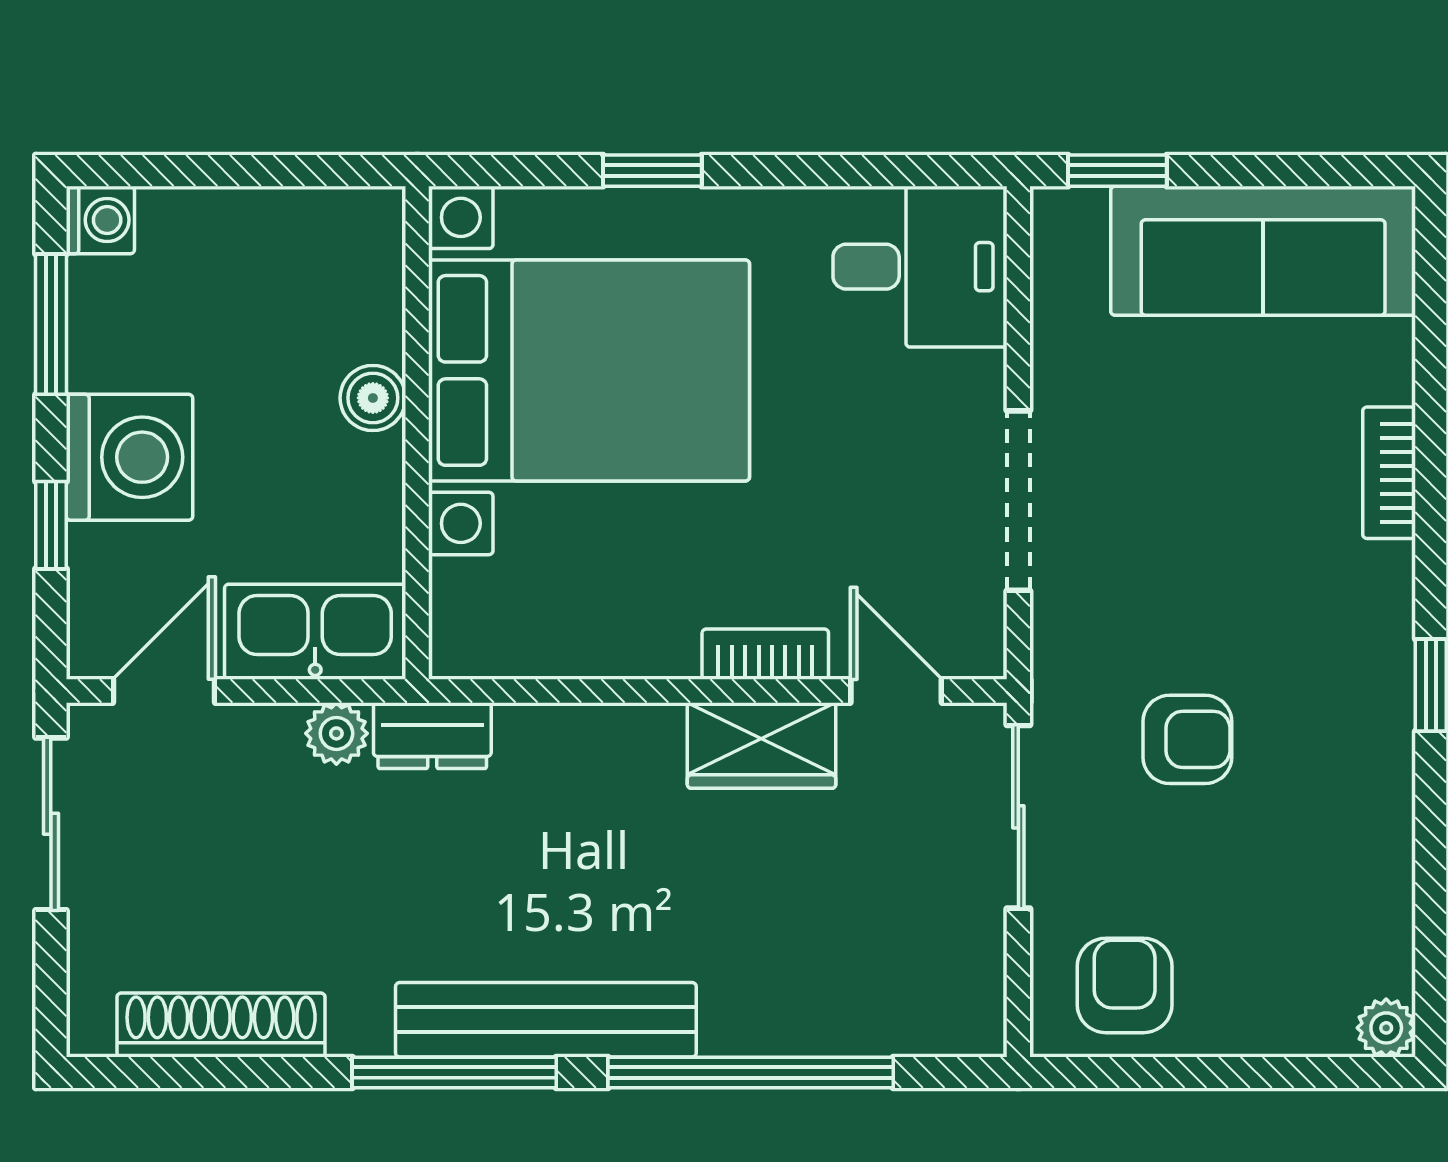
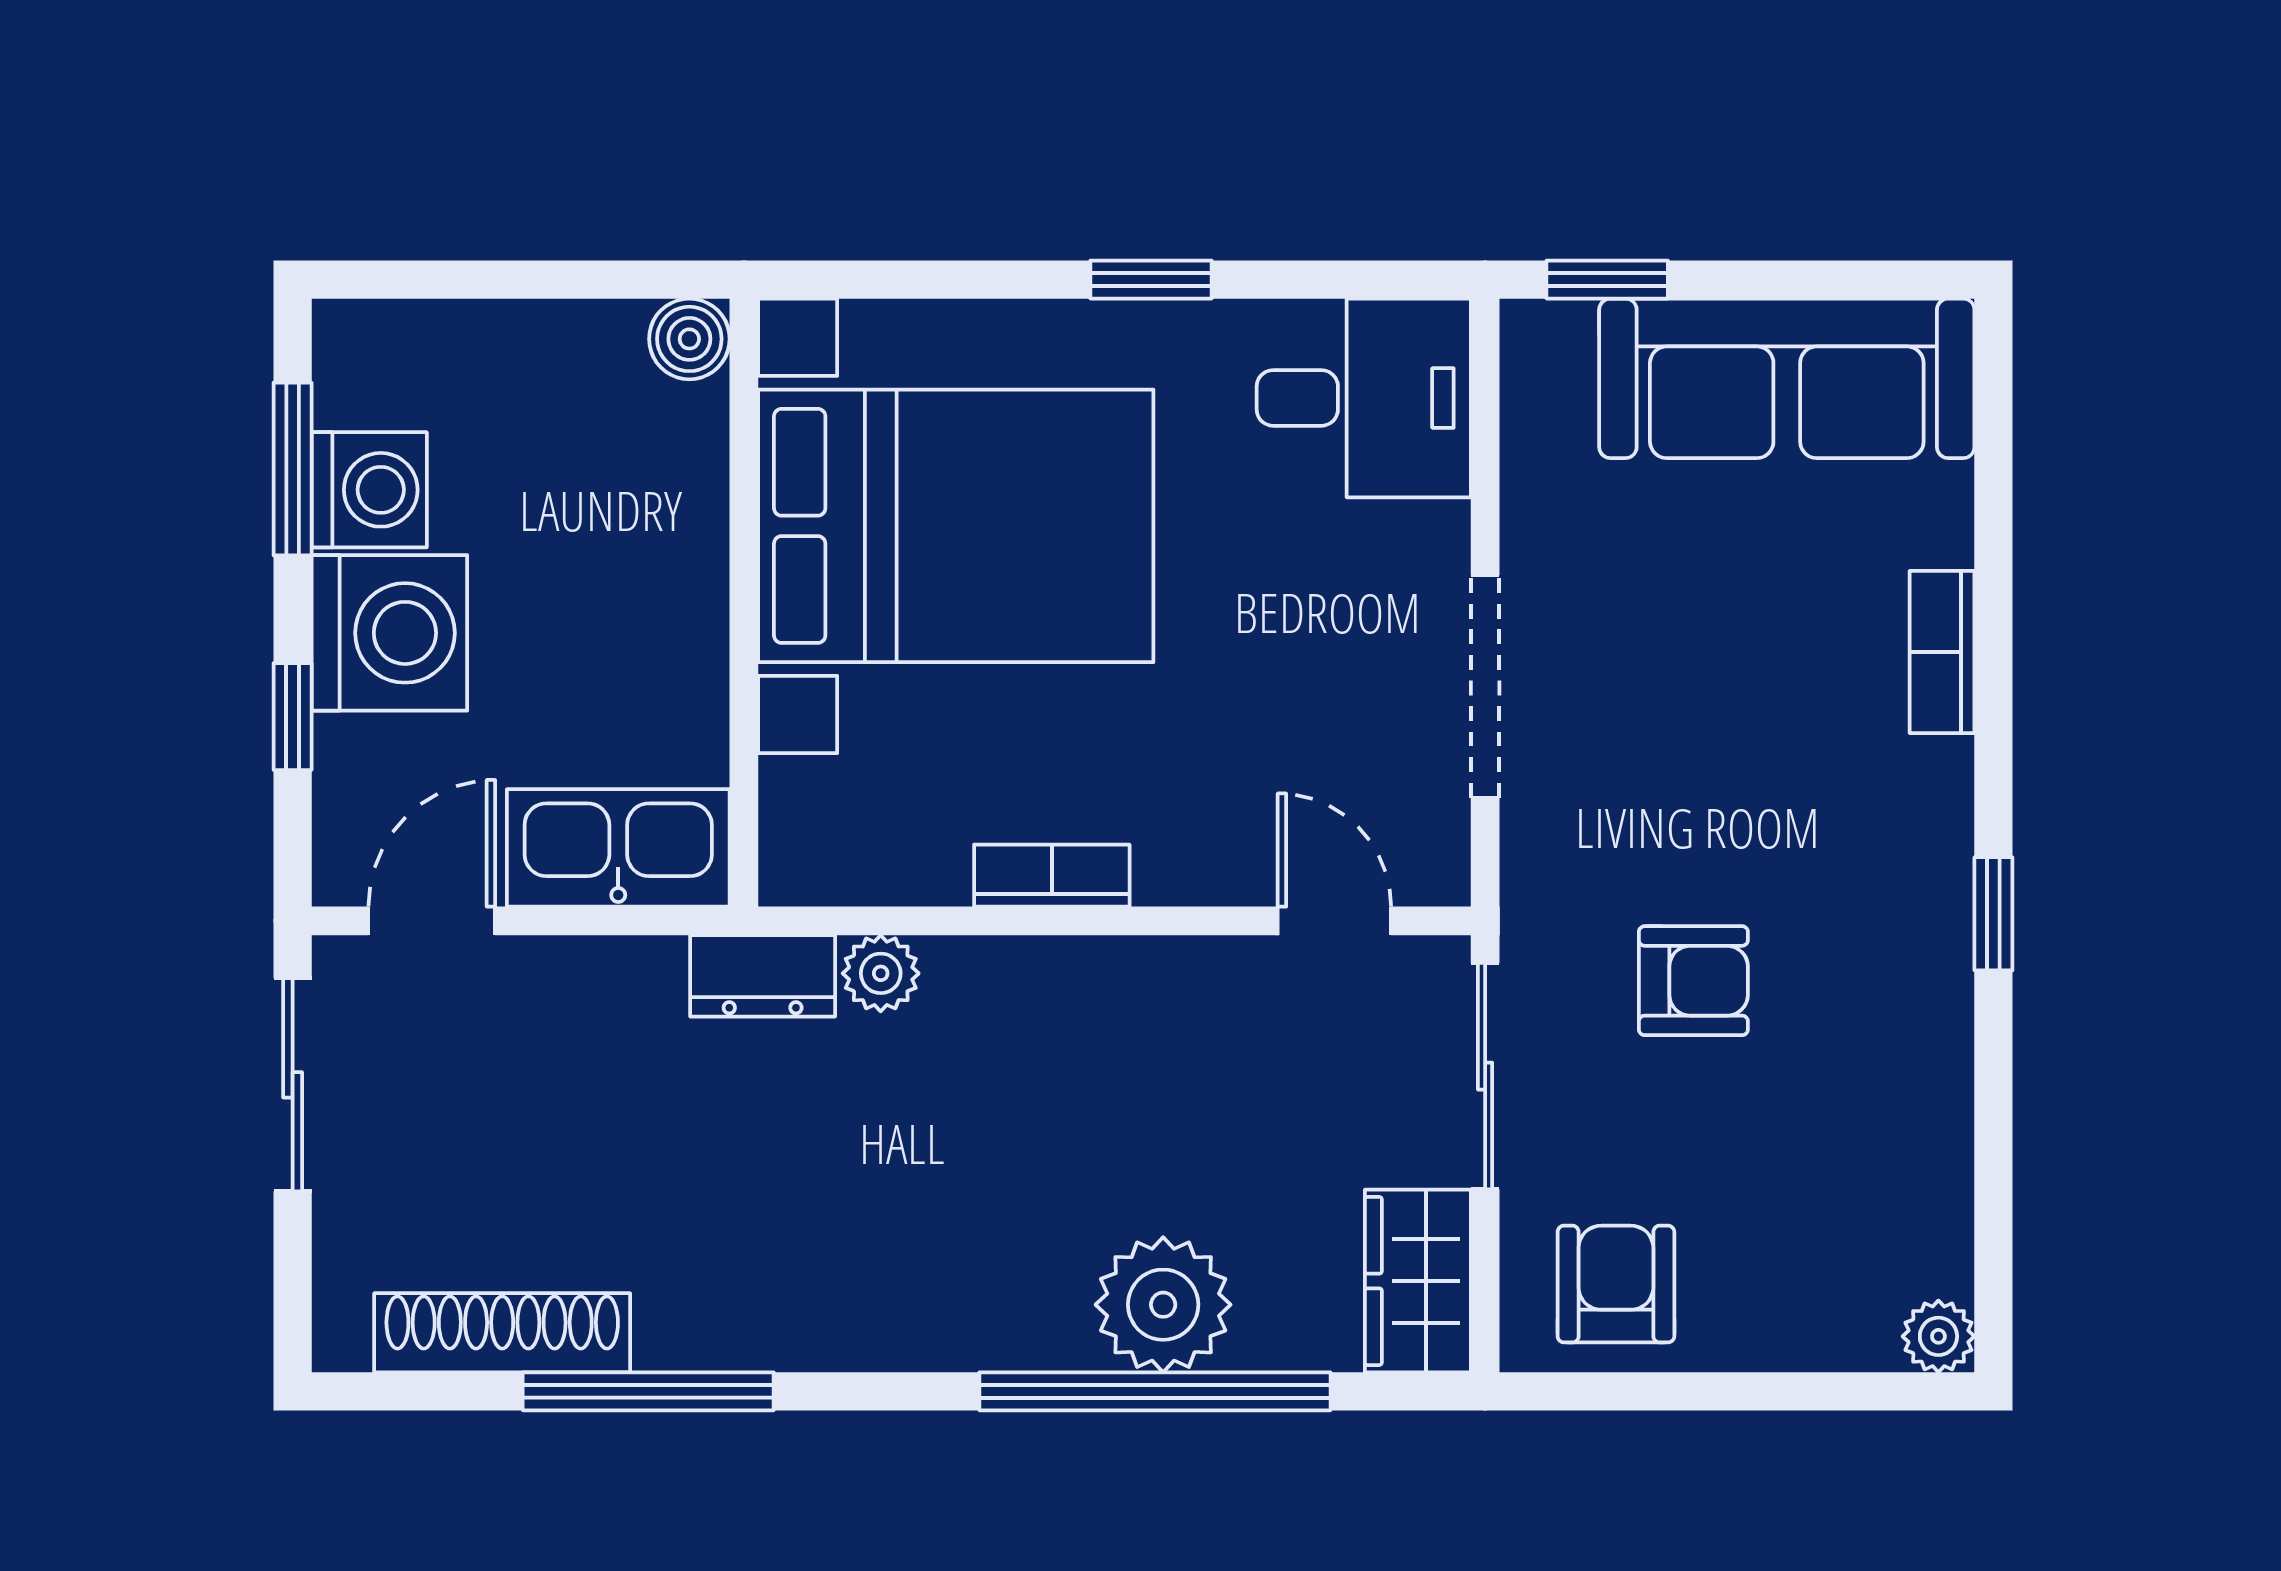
window: (652, 171) -> (1151, 280), moved
washing machine: (100, 220) -> (369, 490), moved, width x1.38, depth x1.38
boiler: (373, 398) -> (689, 339), moved
bookcase: (765, 654) -> (1052, 876), moved
plant: (336, 733) -> (881, 973), moved
wardrobe: (762, 745) -> (1418, 1281), moved, turned 90
plant: (757, 1002) -> (1163, 1305), added
bench: (546, 1020) -> (903, 1326), removed
window: (454, 1073) -> (648, 1391), moved

